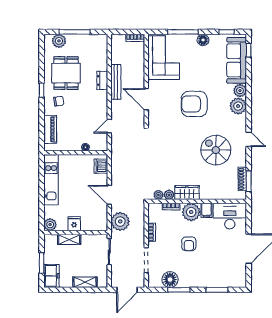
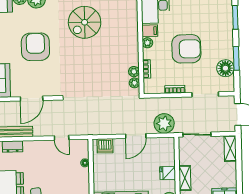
armchair: (194, 104) -> (35, 47), turned 180
wardrobe: (187, 193) -> (131, 52), removed
plant: (191, 212) -> (147, 43), width x0.53, depth x0.53
armchair: (189, 244) -> (186, 49), width x1.88, depth x1.88
shelving: (85, 282) -> (230, 148), moved

